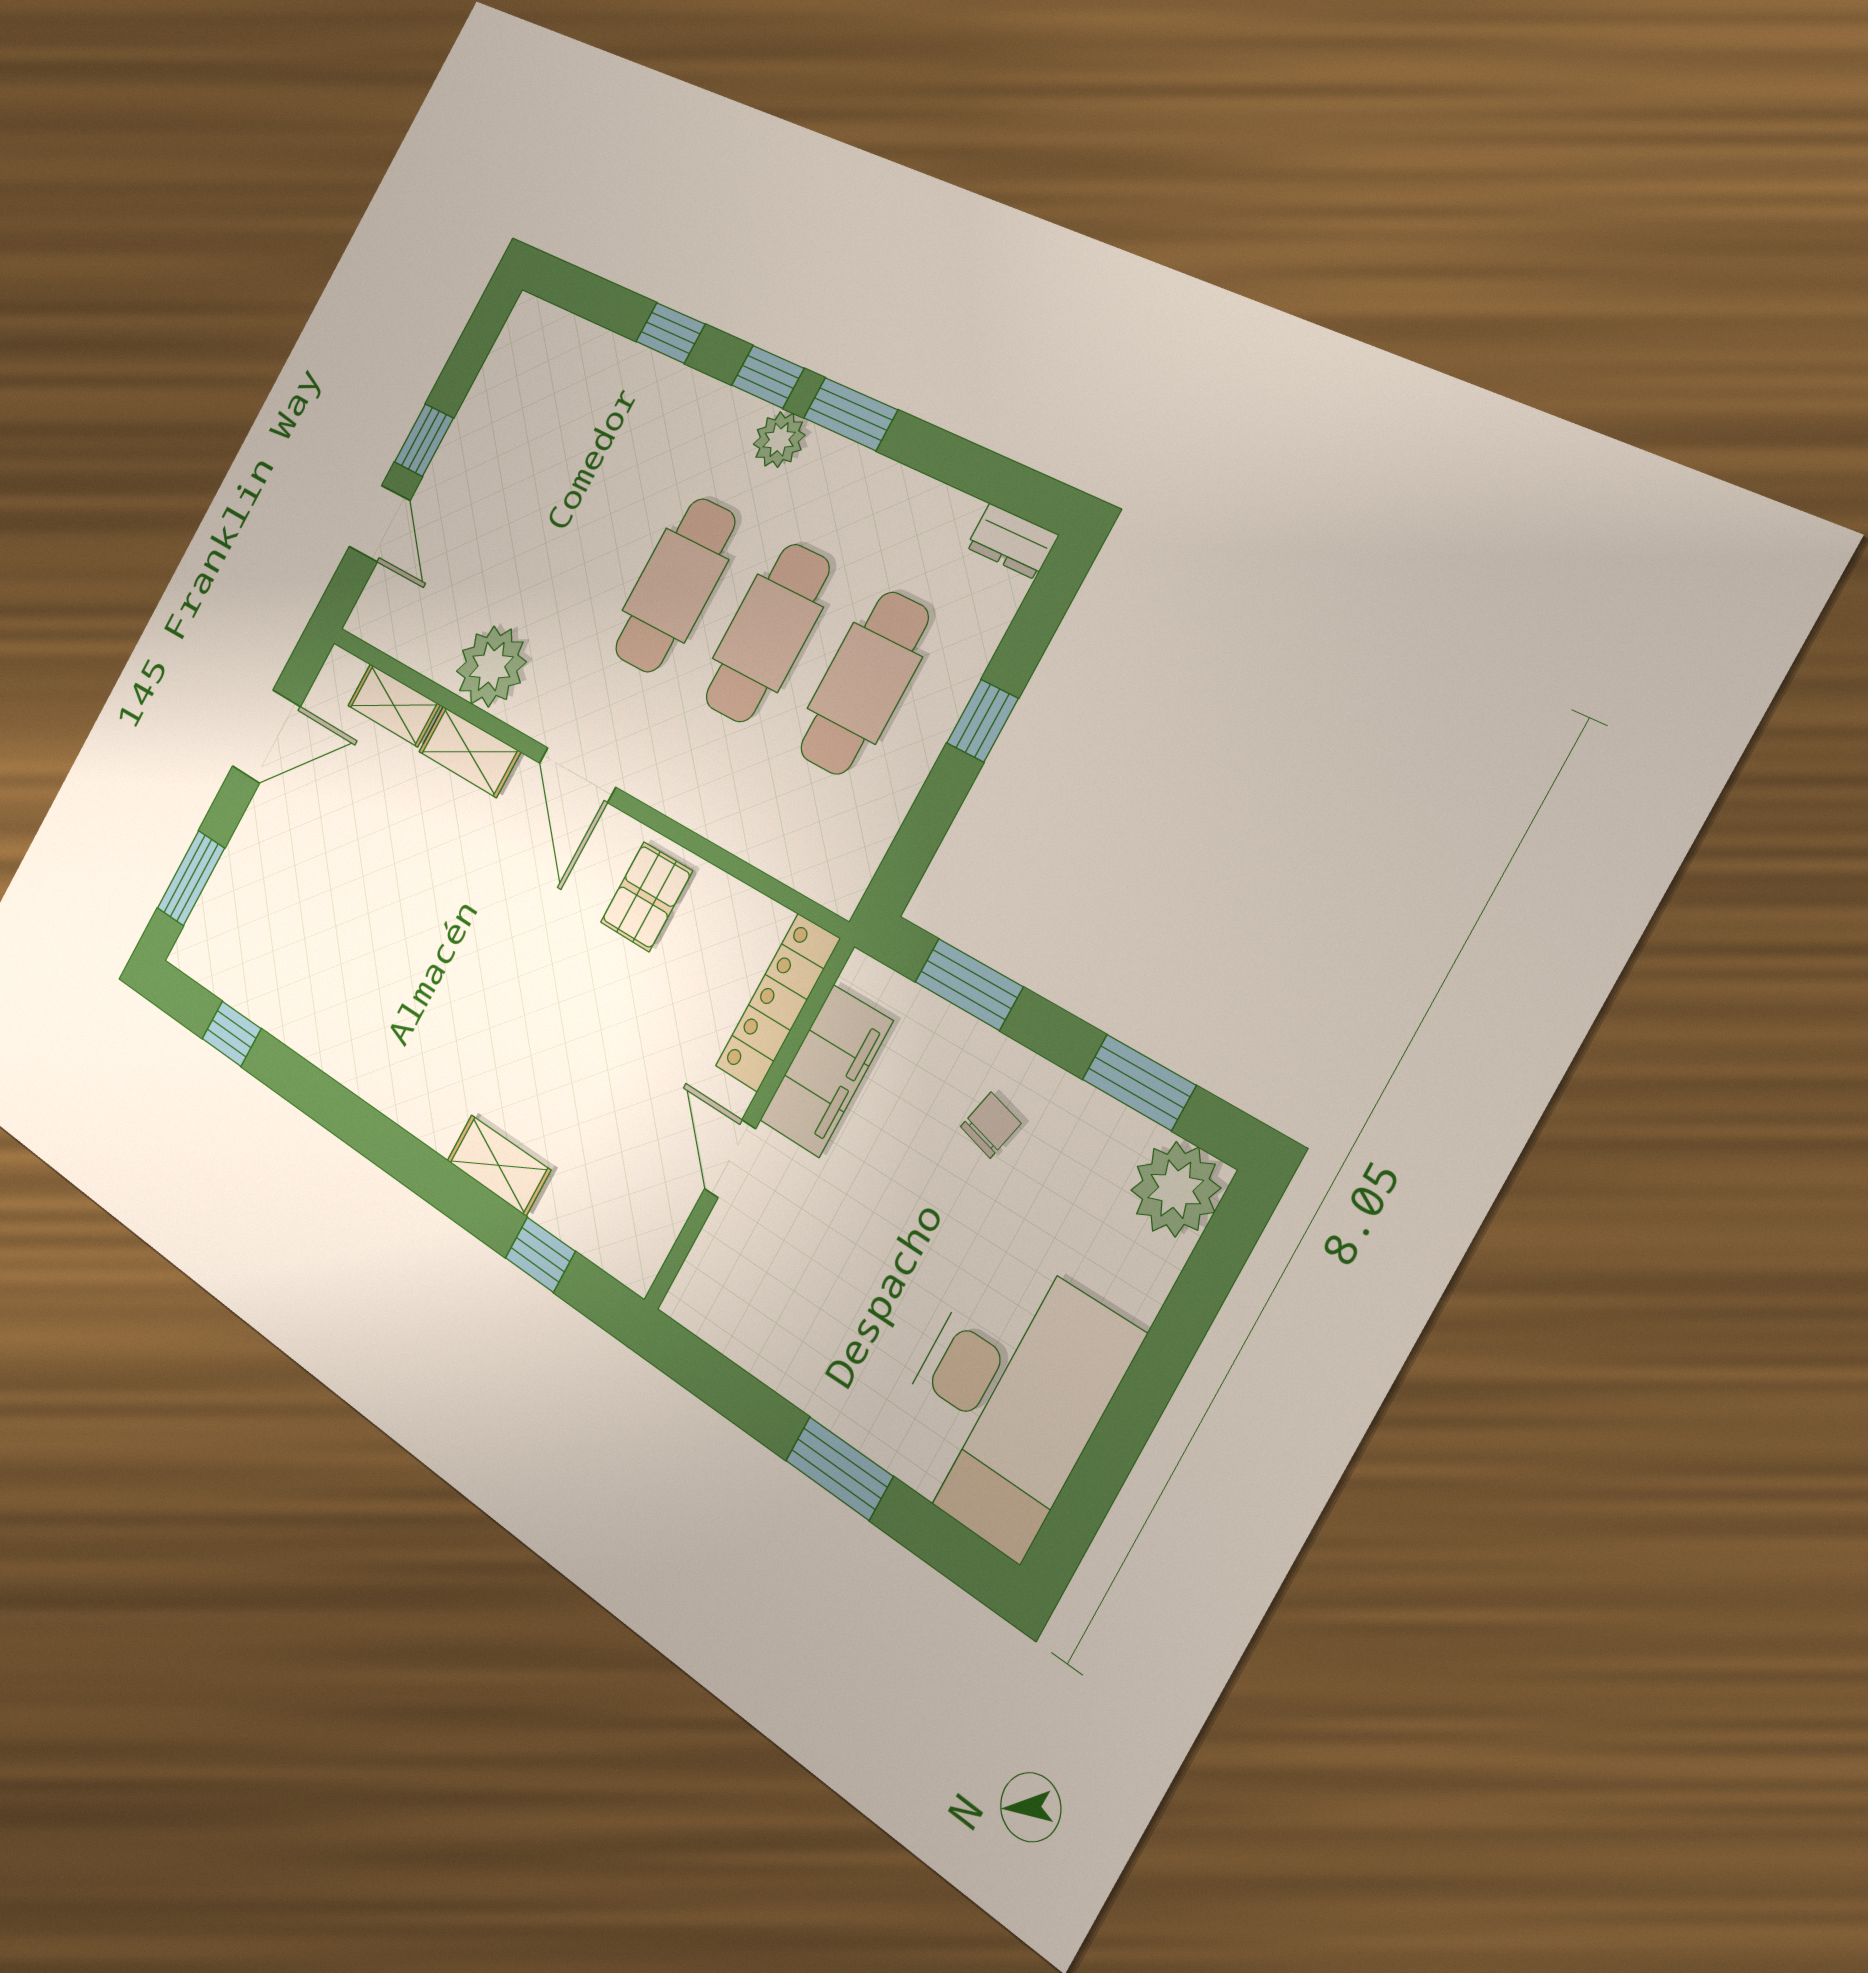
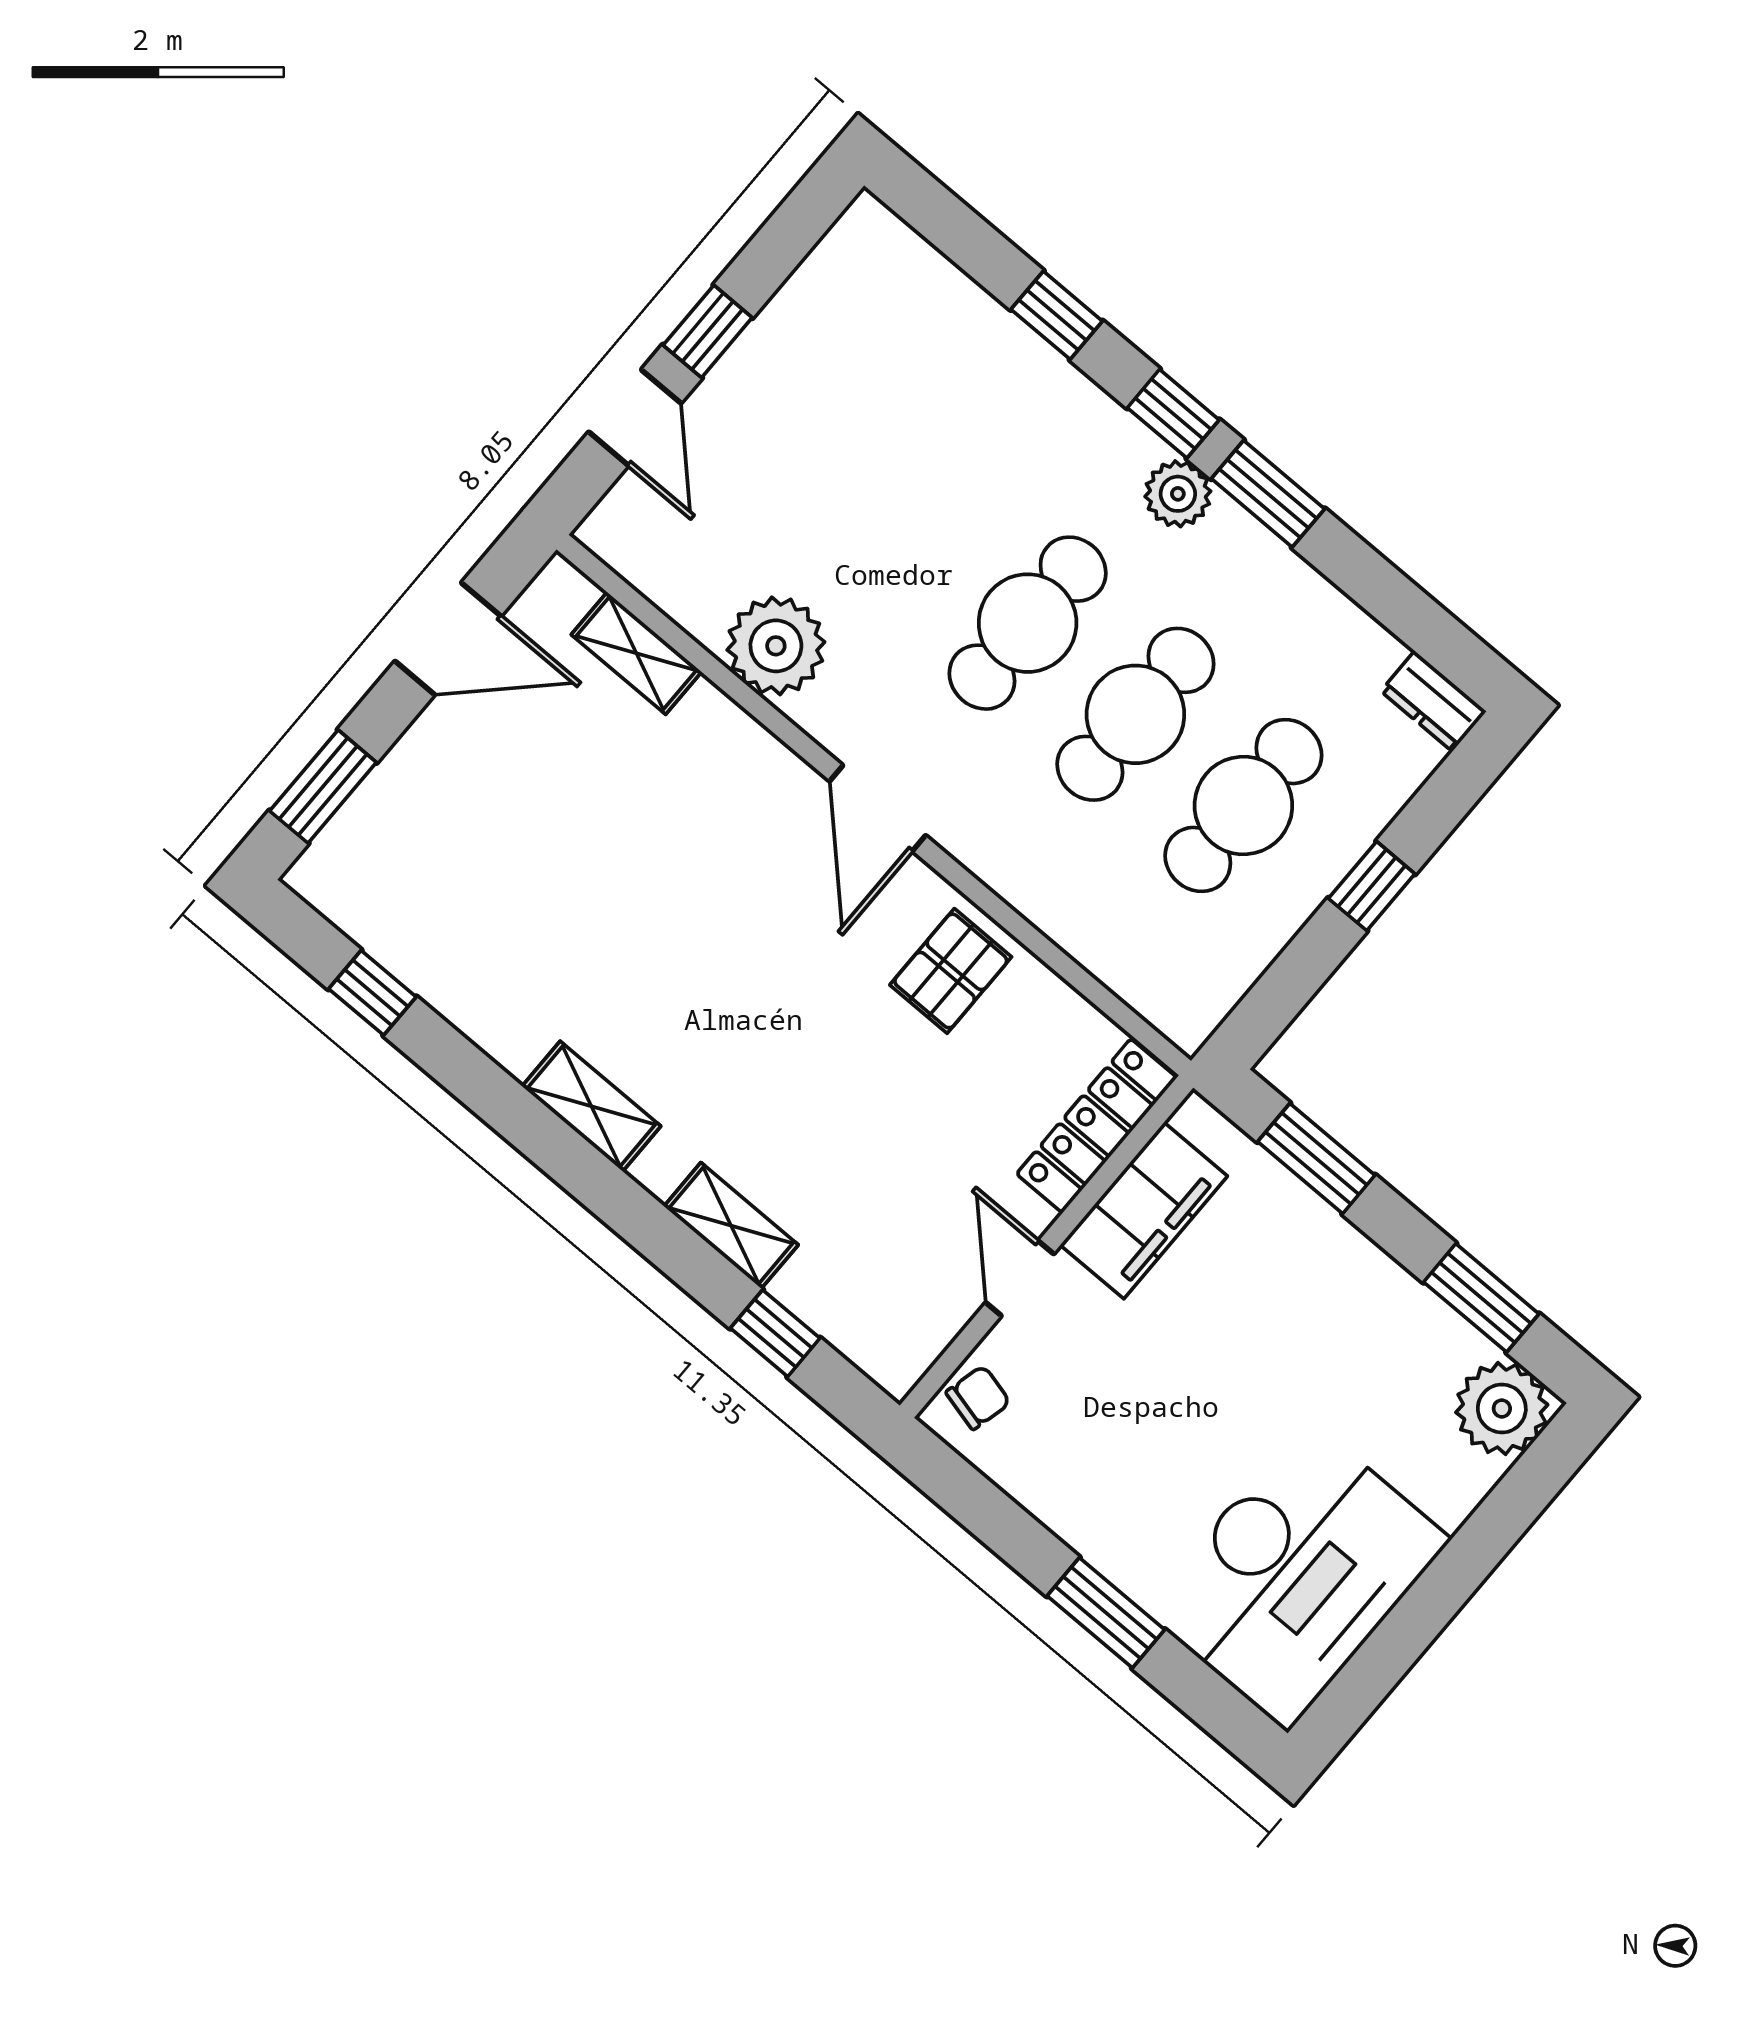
shelving: (470, 752) -> (591, 1106), moved
chair: (991, 1125) -> (978, 1397), moved

